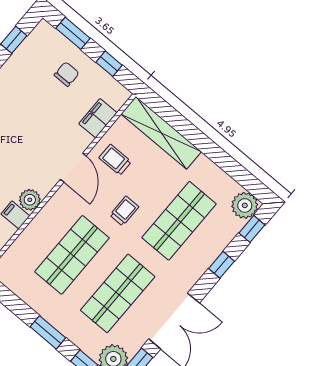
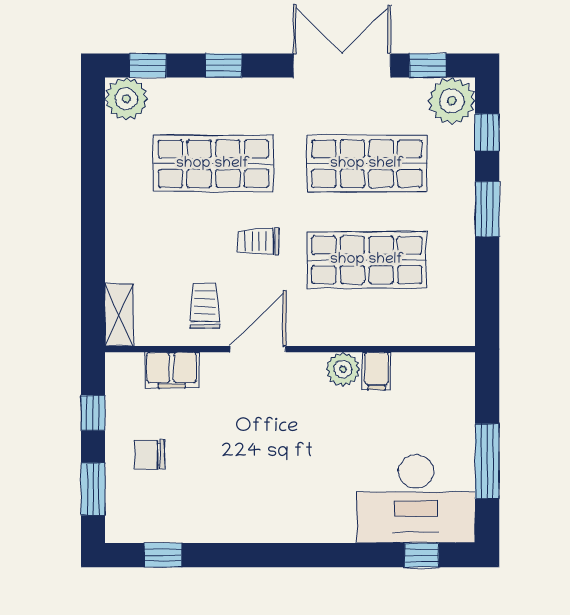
shelving: (161, 133) -> (119, 315), width x0.45, depth x0.75
trolley: (115, 160) -> (205, 306), turned 180

